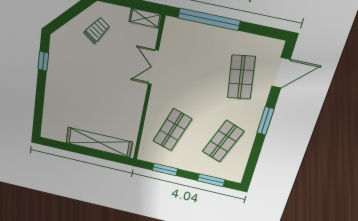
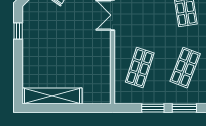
shelving: (99, 142) -> (52, 96), moved
window: (165, 170) -> (153, 108), moved

